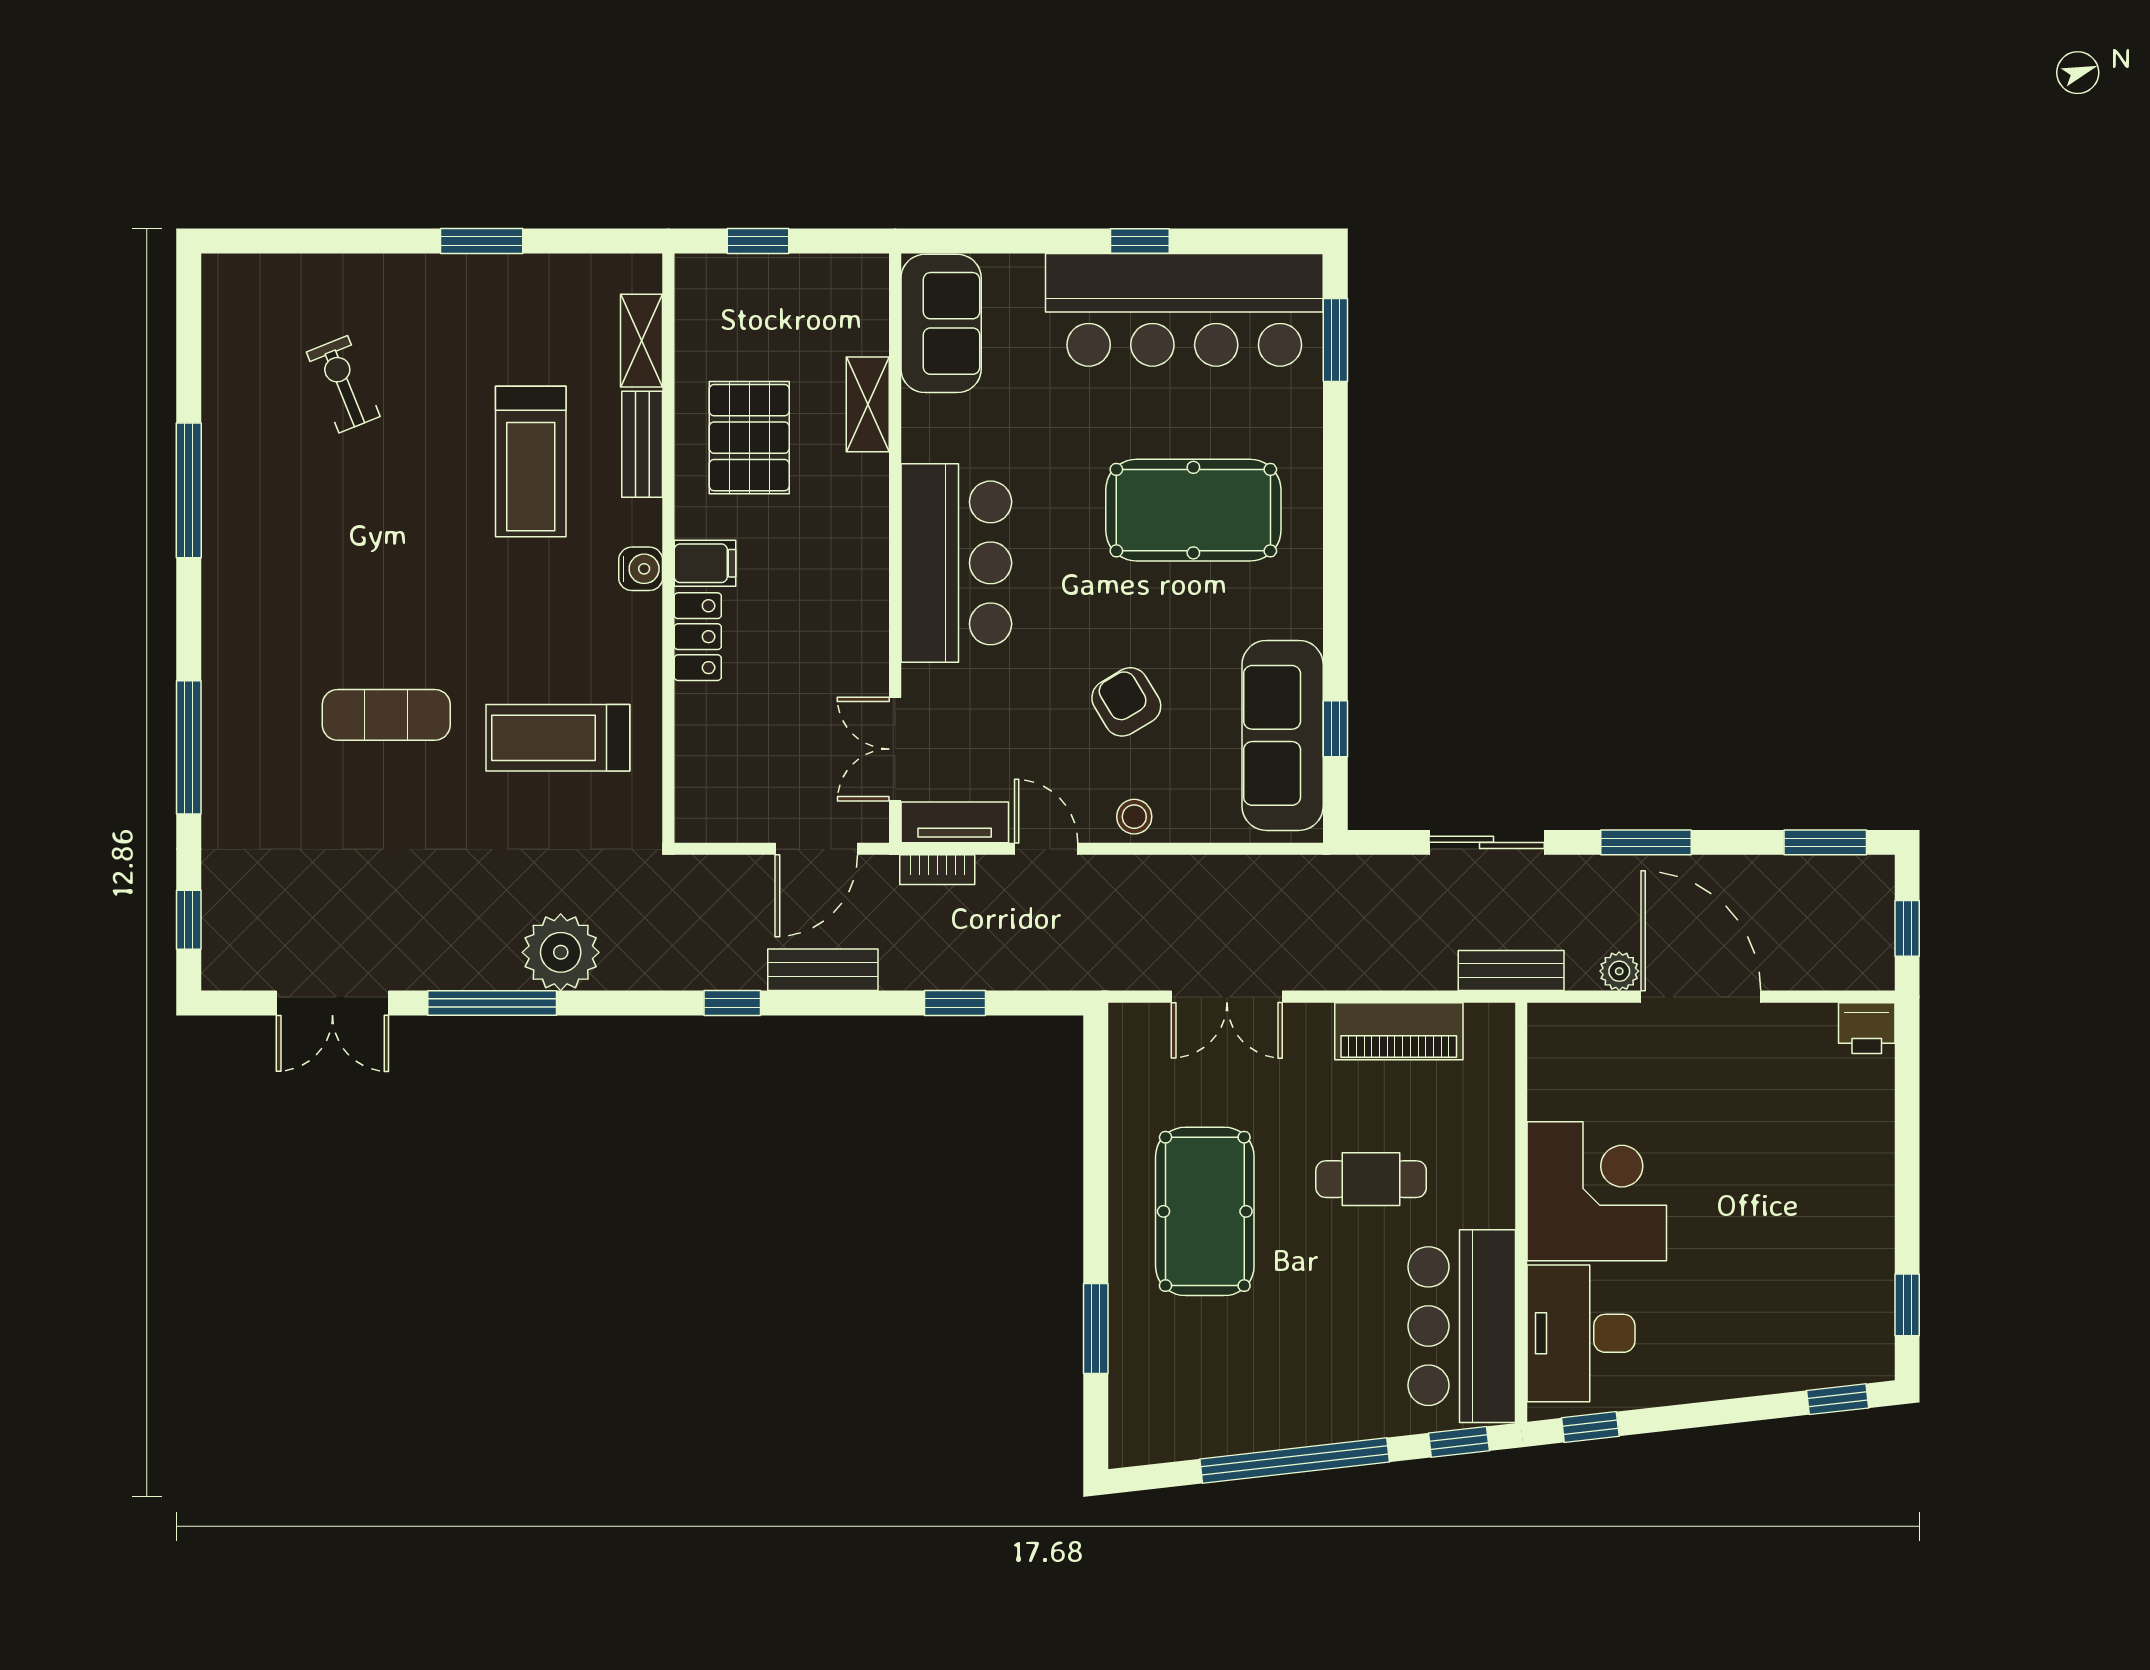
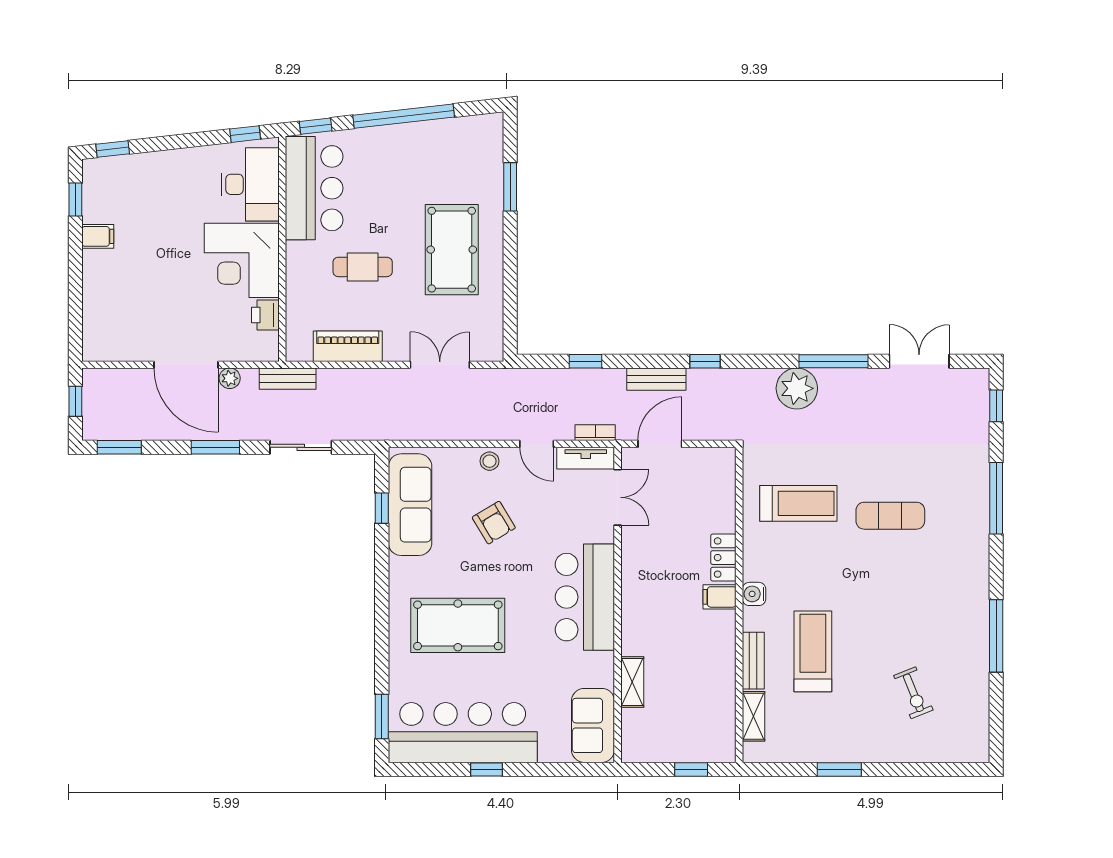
pallet: (749, 438) -> (696, 664), removed
printer: (1867, 1028) -> (265, 315), moved, turned -90
filing cabinet: (1865, 1236) -> (98, 236), added

